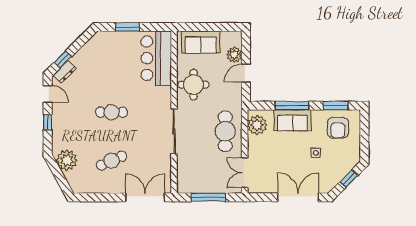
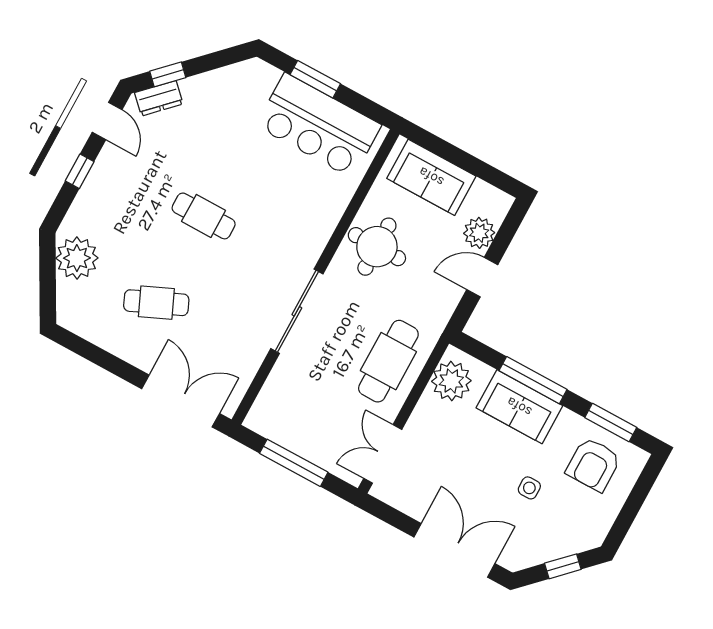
bar counter: (156, 58) -> (319, 125), moved, turned -90

